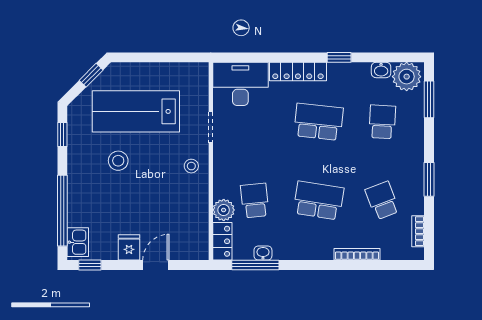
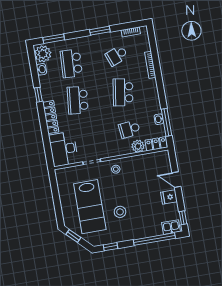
school desk: (382, 122) -> (71, 63), width x1.85

